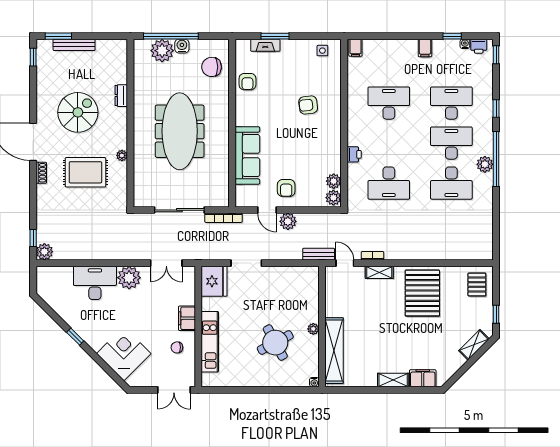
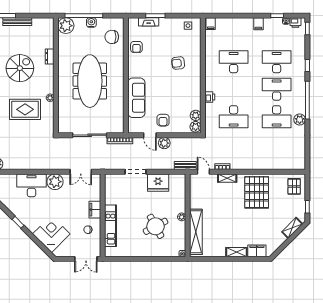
plant: (162, 51) -> (66, 26), moved
plant: (485, 164) -> (300, 120), moved
fridge: (214, 281) -> (158, 183), moved, turned 90

